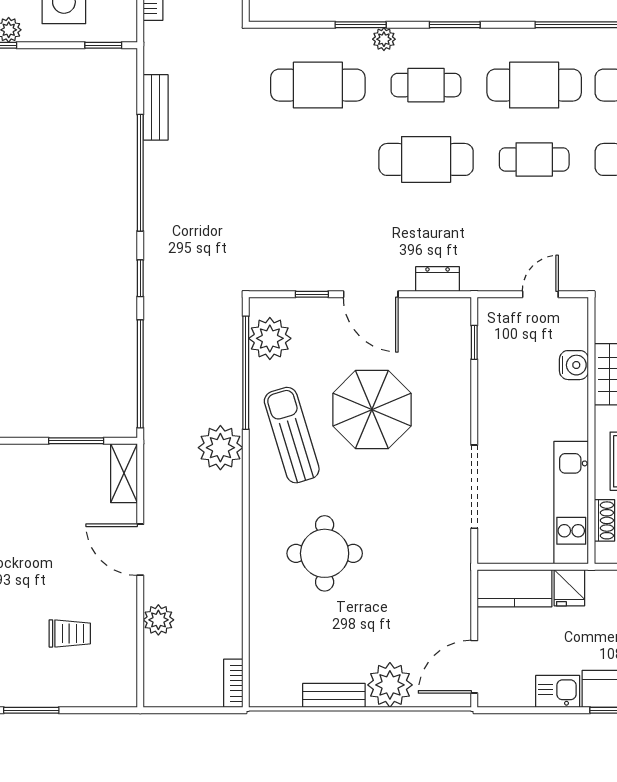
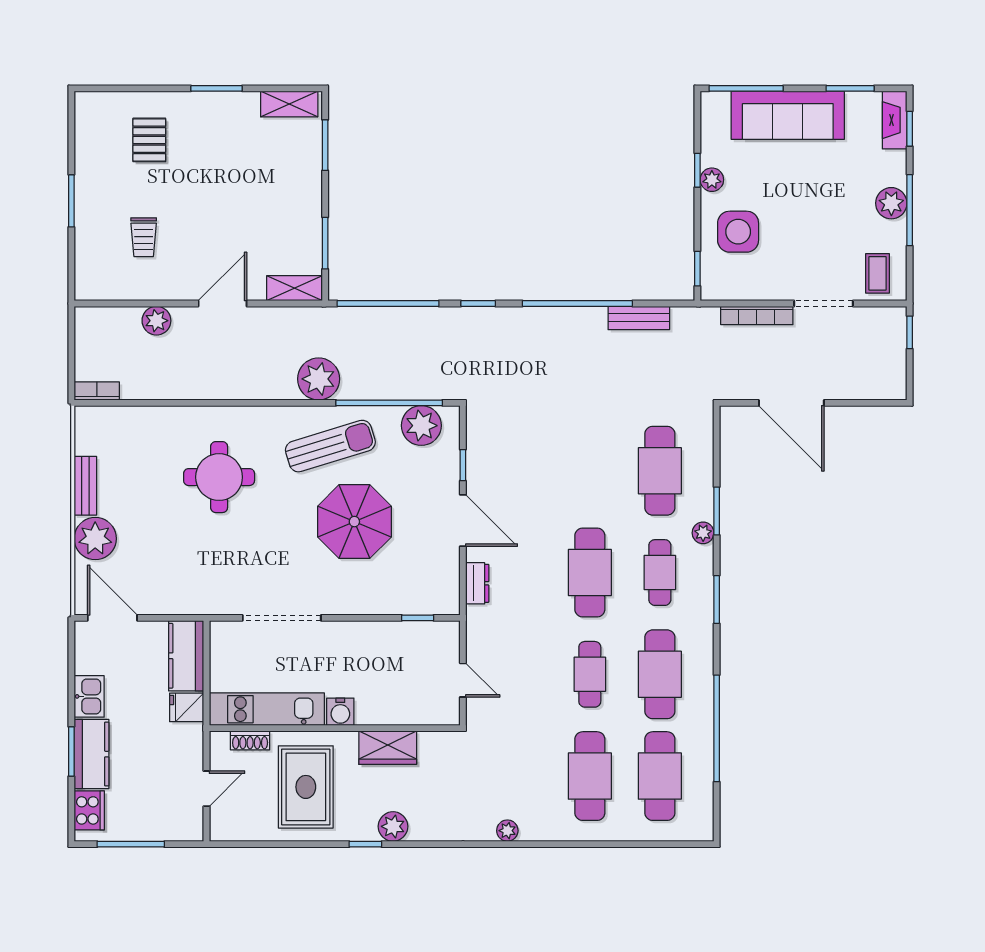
door: (371, 294) -> (463, 520), swing flipped
water cooler: (574, 365) -> (340, 712), moved

